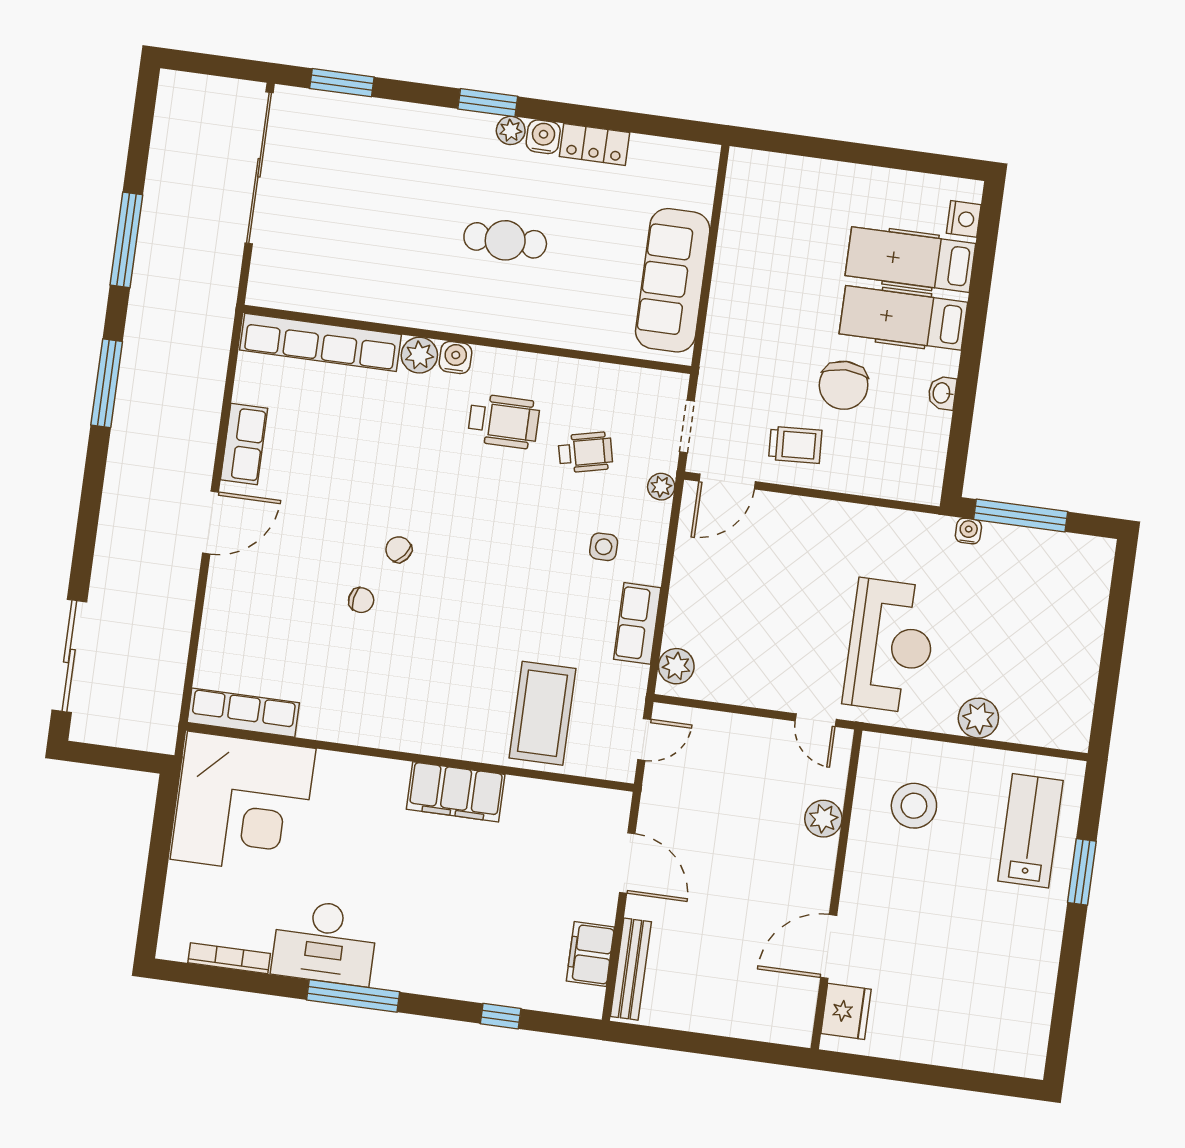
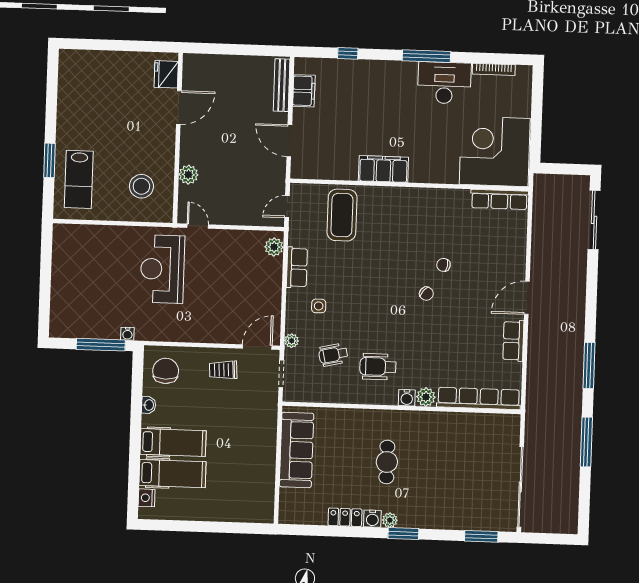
cafe table: (505, 240) -> (387, 462), turned 90
chair: (844, 385) -> (166, 371), moved
plant: (978, 718) -> (112, 236), removed

